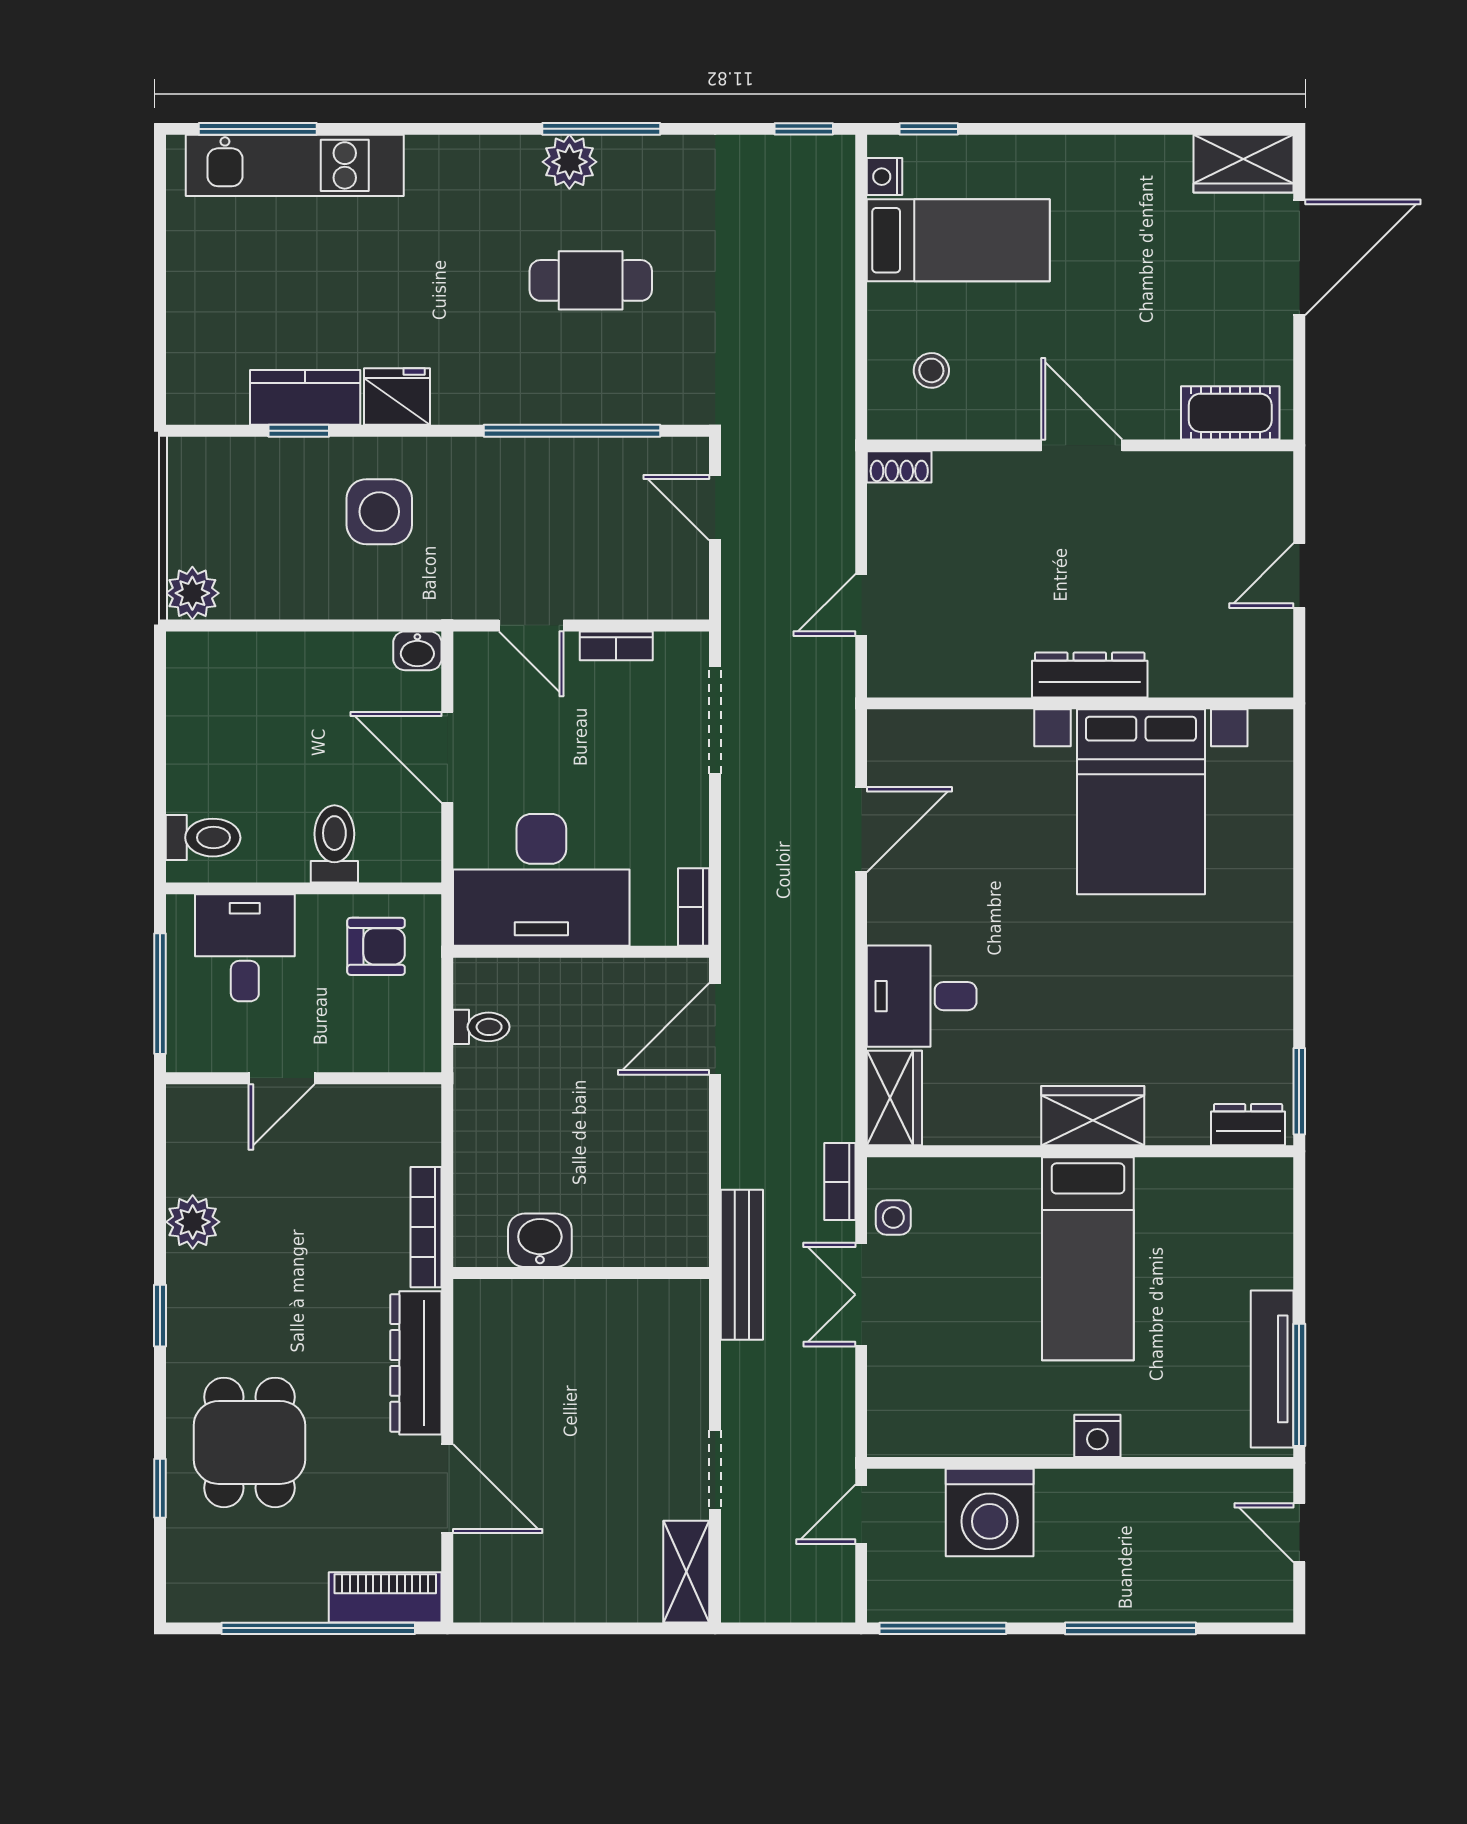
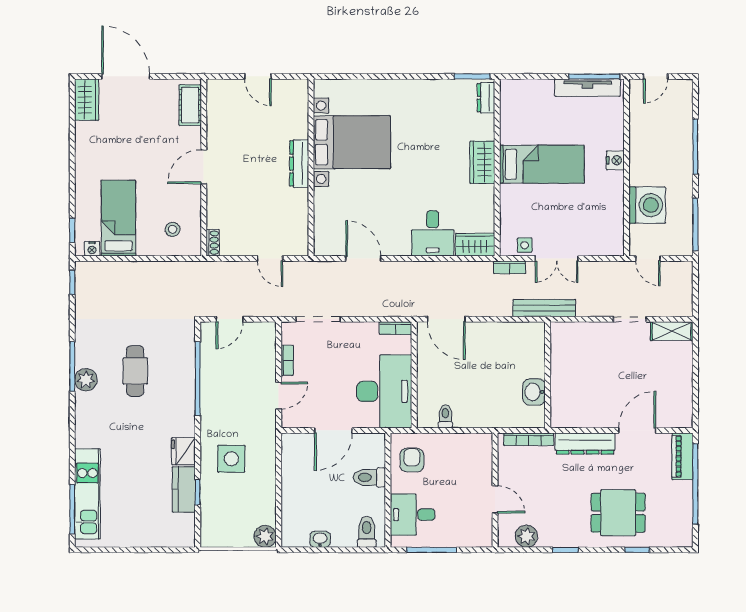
washbasin: (417, 651) -> (320, 539), moved, turned -90
door: (282, 1078) -> (495, 499), moved
wall: (304, 1078) -> (495, 490), moved

